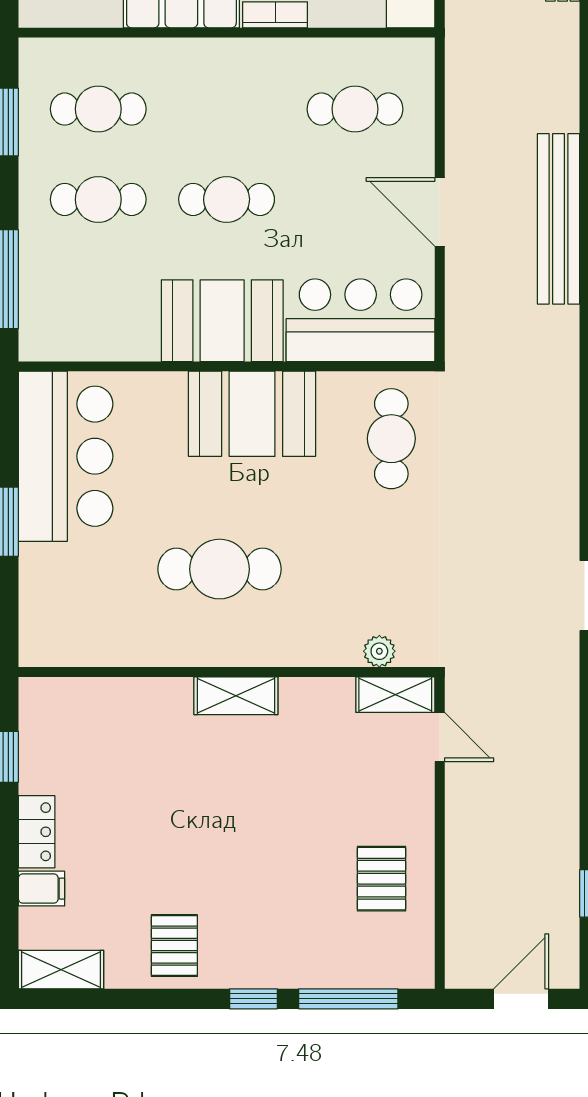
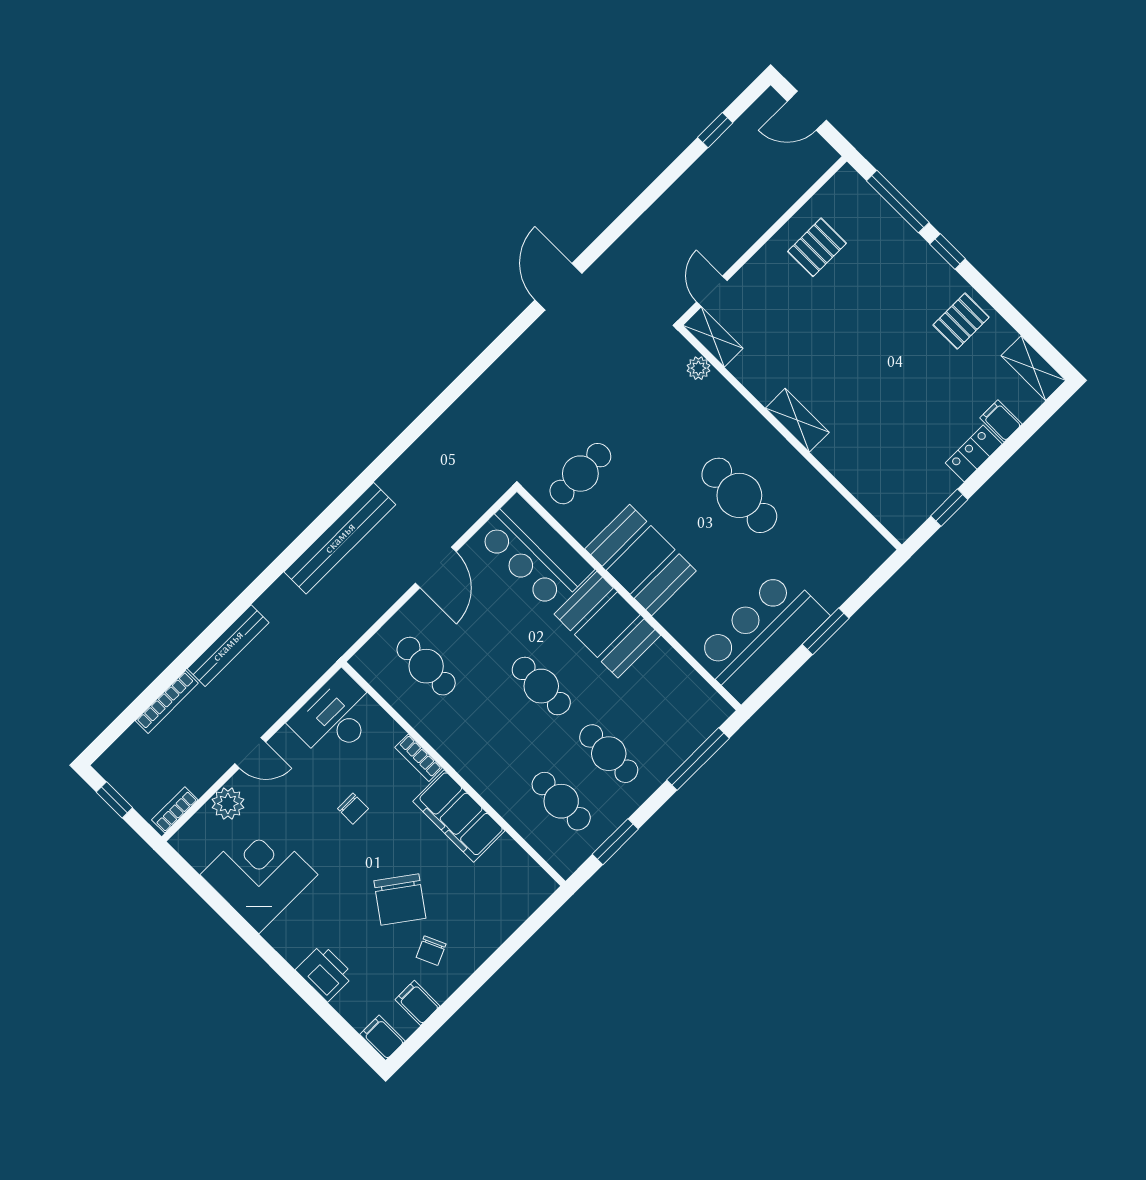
bench: (558, 219) -> (340, 538), moved

